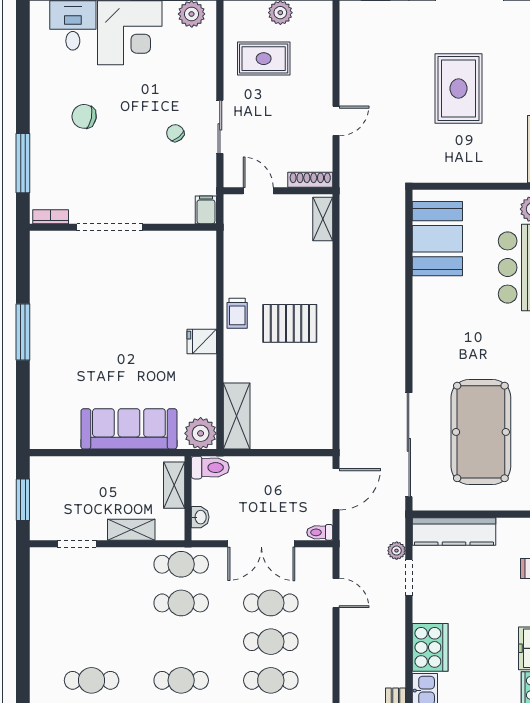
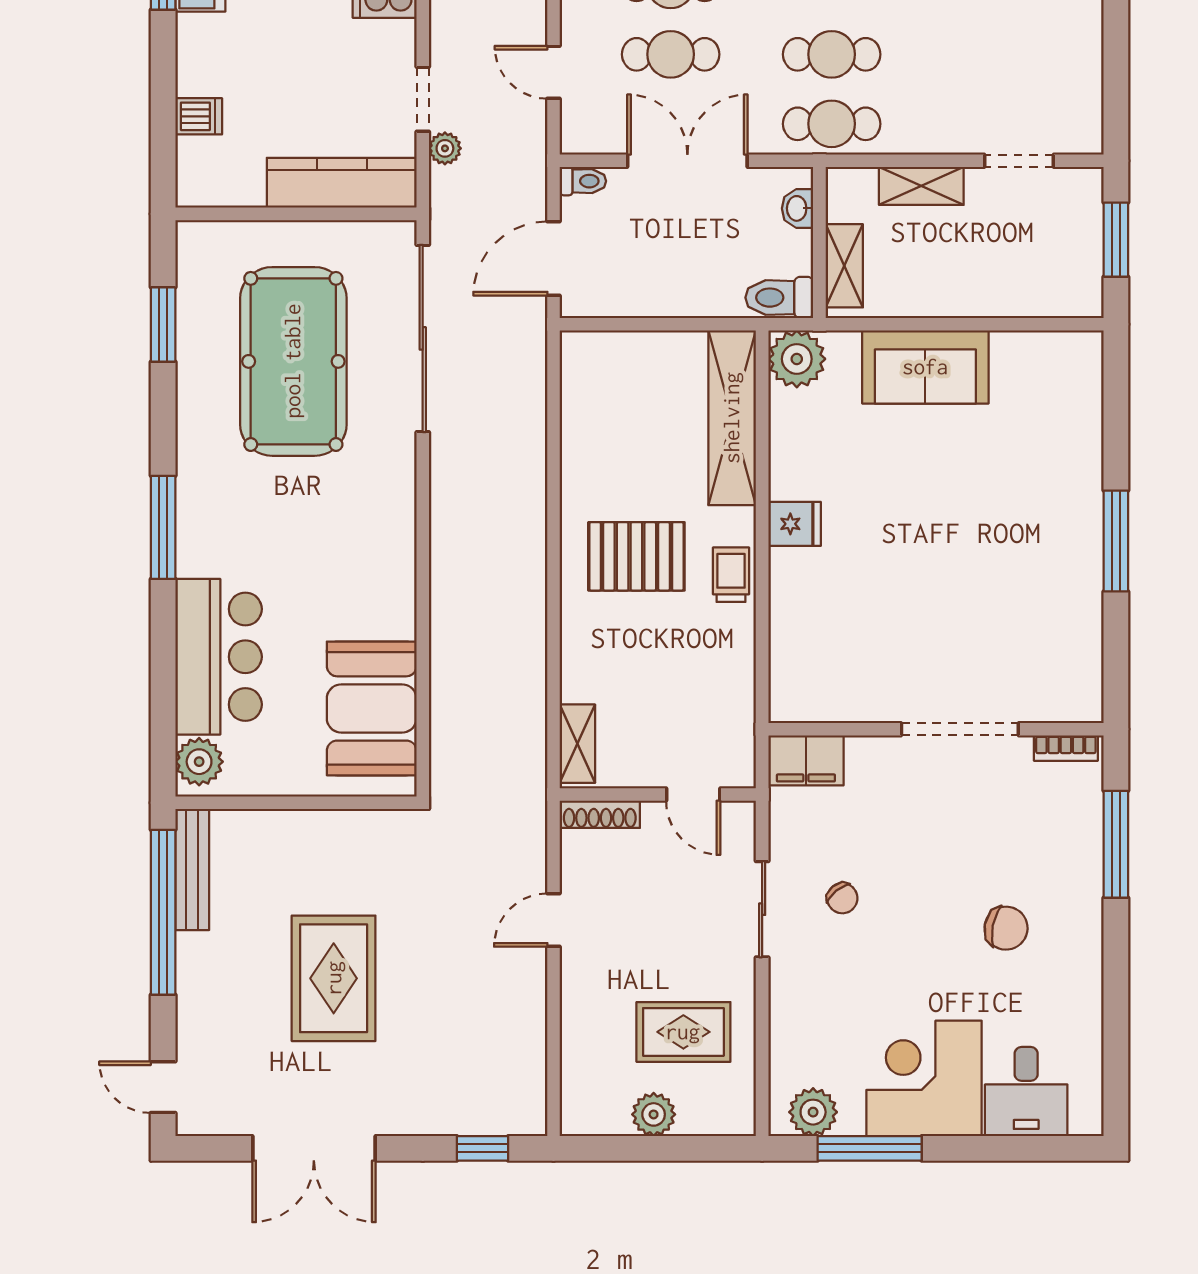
filing cabinet: (206, 210) -> (806, 760), width x2.00
shelving: (237, 416) -> (732, 418), width x1.47
sofa: (129, 429) -> (925, 367), width x0.73

